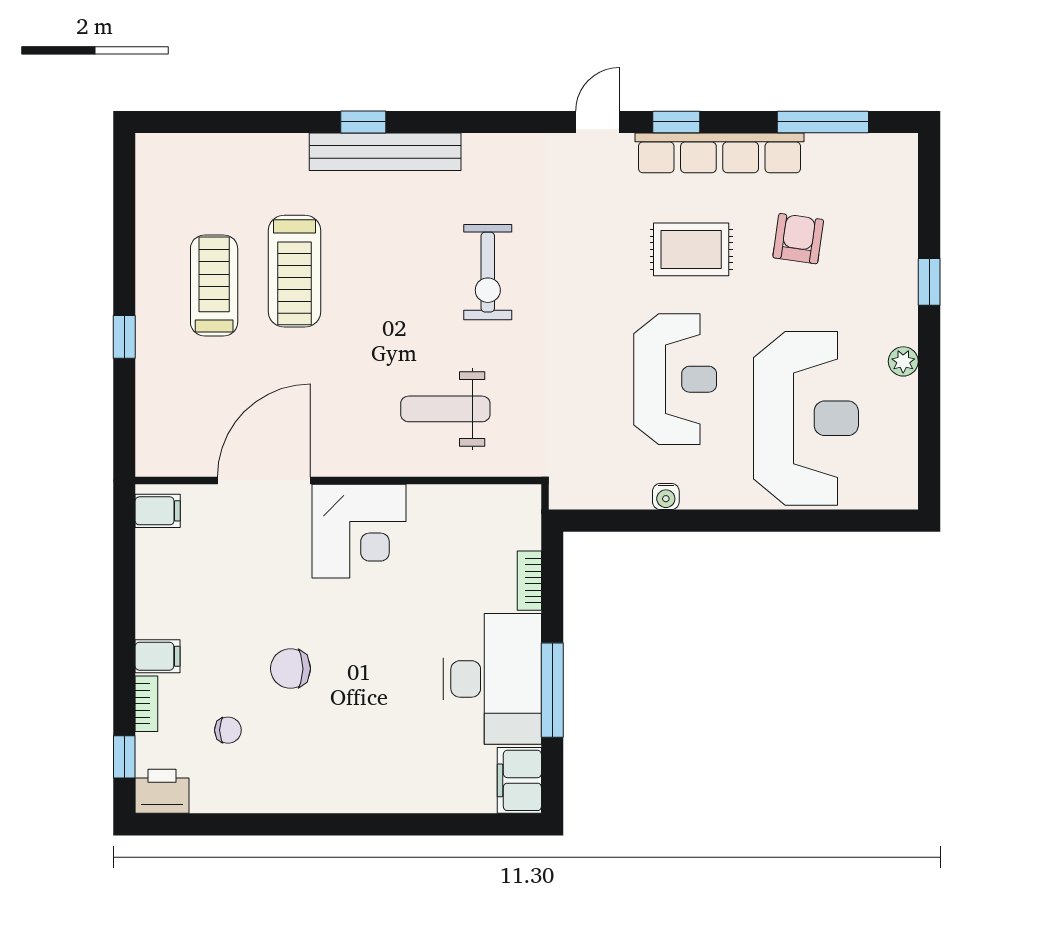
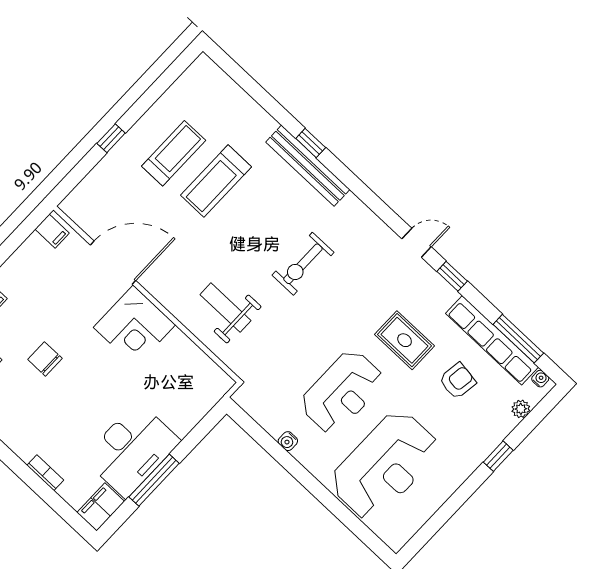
water cooler: (893, 145) -> (540, 379), added
row of seats: (720, 153) -> (492, 340), moved
plant: (903, 361) -> (521, 409), moved
bookcase: (529, 581) -> (45, 473), moved, turned 90

